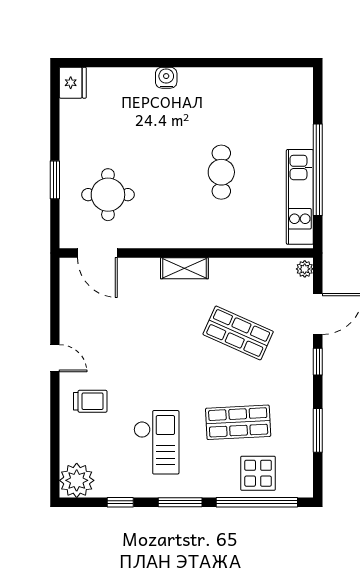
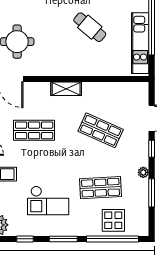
cafe table: (221, 172) -> (90, 27), turned -50
plant: (305, 269) -> (143, 172), moved
shop shelf: (134, 333) -> (34, 130), added
checkout: (156, 442) -> (48, 200), turned 90

